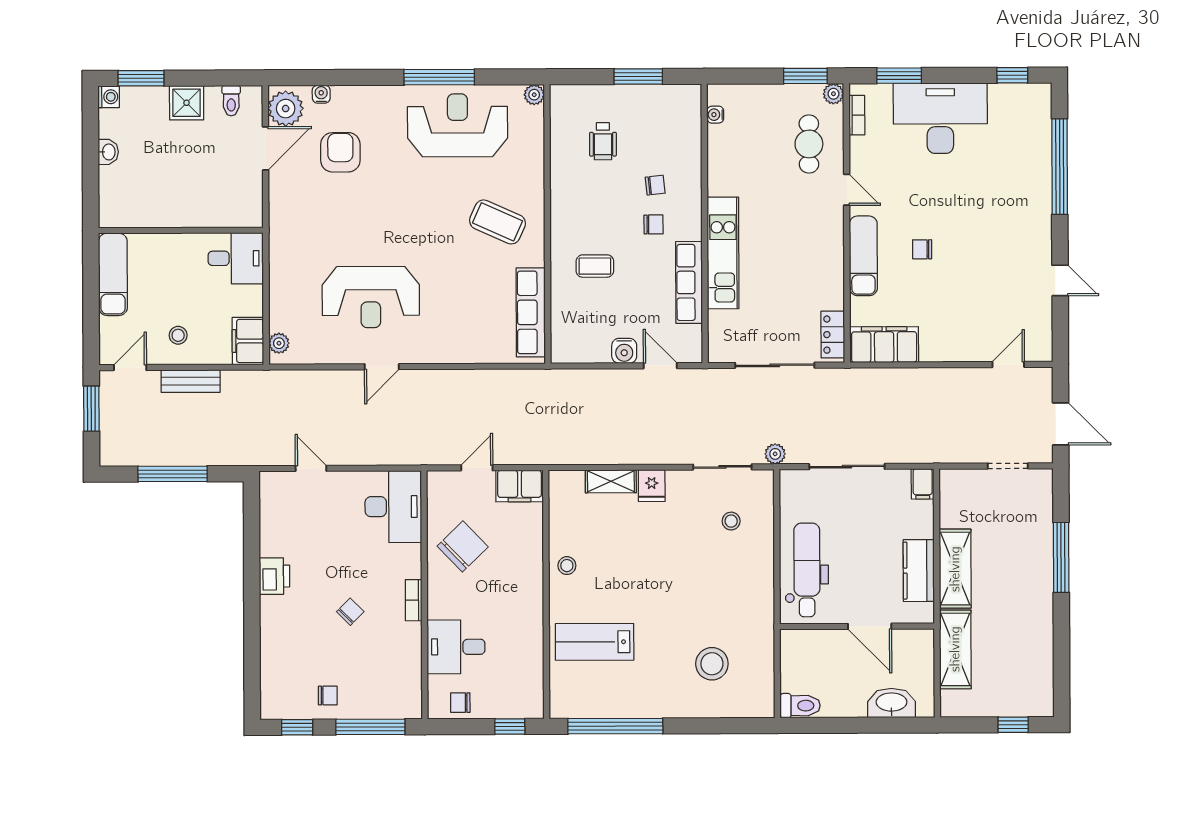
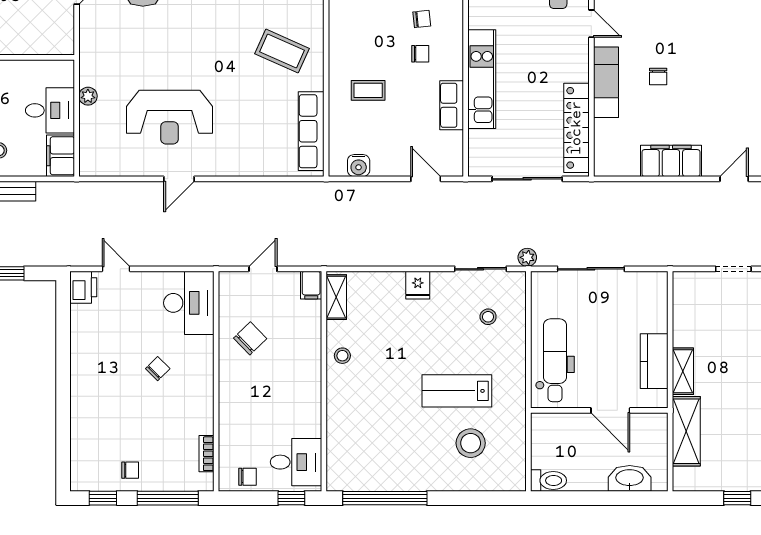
chair: (922, 249) -> (658, 77), turned -90
desk: (236, 258) -> (50, 110), moved
row of seats: (689, 282) -> (452, 105), width x0.68
locker: (833, 335) -> (577, 128), width x2.16, depth x1.21
plant: (279, 343) -> (88, 96), moved
filing cabinet: (884, 345) -> (671, 161), moved
water cooler: (624, 351) -> (359, 166), moved
shelving: (611, 481) -> (336, 297), moved, turned 90
filing cabinet: (923, 484) -> (658, 284), removed
filing cabinet: (520, 486) -> (311, 285), width x0.50
chair: (463, 546) -> (250, 338), width x0.73, depth x0.73
shelving: (955, 569) -> (683, 371), width x0.67, depth x0.75
printer: (274, 576) -> (83, 287), moved
bookcase: (414, 600) -> (206, 454), moved
chair: (350, 612) -> (158, 369), moved
lab bench: (595, 642) -> (457, 391), moved
desk: (456, 647) -> (296, 462), moved, turned 180
chair: (460, 703) -> (248, 477), turned 180

